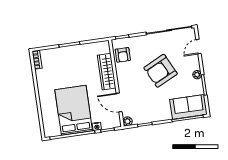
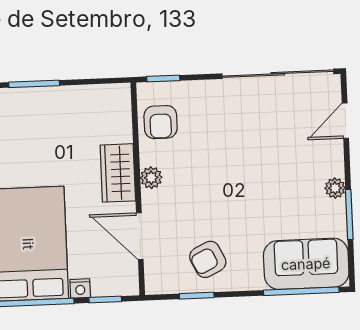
armchair: (161, 71) -> (208, 259), moved, width x0.53, depth x0.53
wardrobe: (107, 72) -> (118, 173), width x0.67
plant: (127, 121) -> (151, 178), moved

